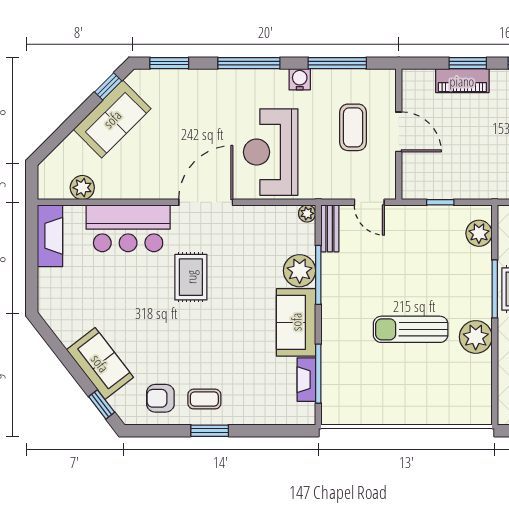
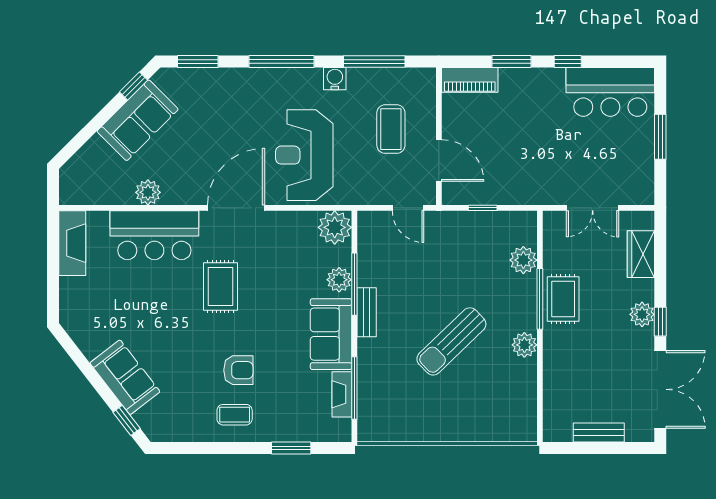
piano: (462, 81) -> (470, 80), moved
door: (399, 132) -> (439, 160), moved
plant: (82, 188) -> (148, 192), moved
plant: (307, 213) -> (335, 227), width x1.88, depth x1.88
bench: (330, 228) -> (367, 312), moved
plant: (479, 233) -> (523, 260), moved
plant: (300, 271) -> (339, 280), width x0.73, depth x0.73
sun lounger: (411, 329) -> (451, 341), turned -44
plant: (476, 337) -> (524, 345), width x0.73, depth x0.73
armchair: (160, 398) -> (238, 370), moved, turned 180
window: (210, 431) -> (291, 448), moved

